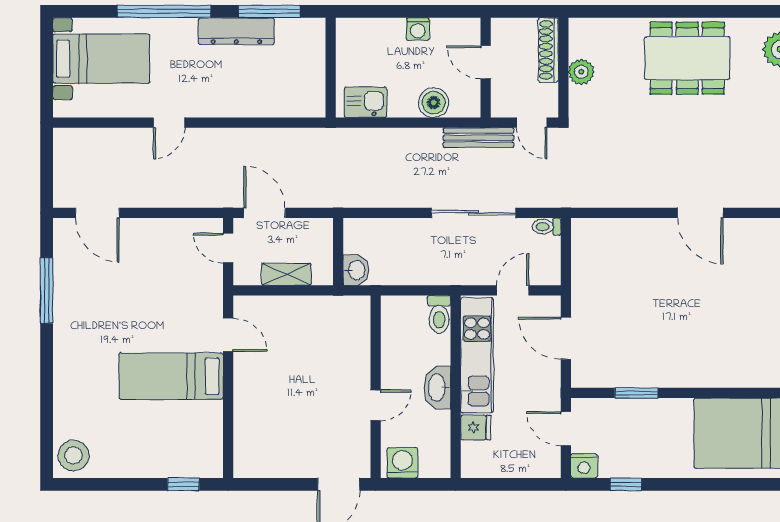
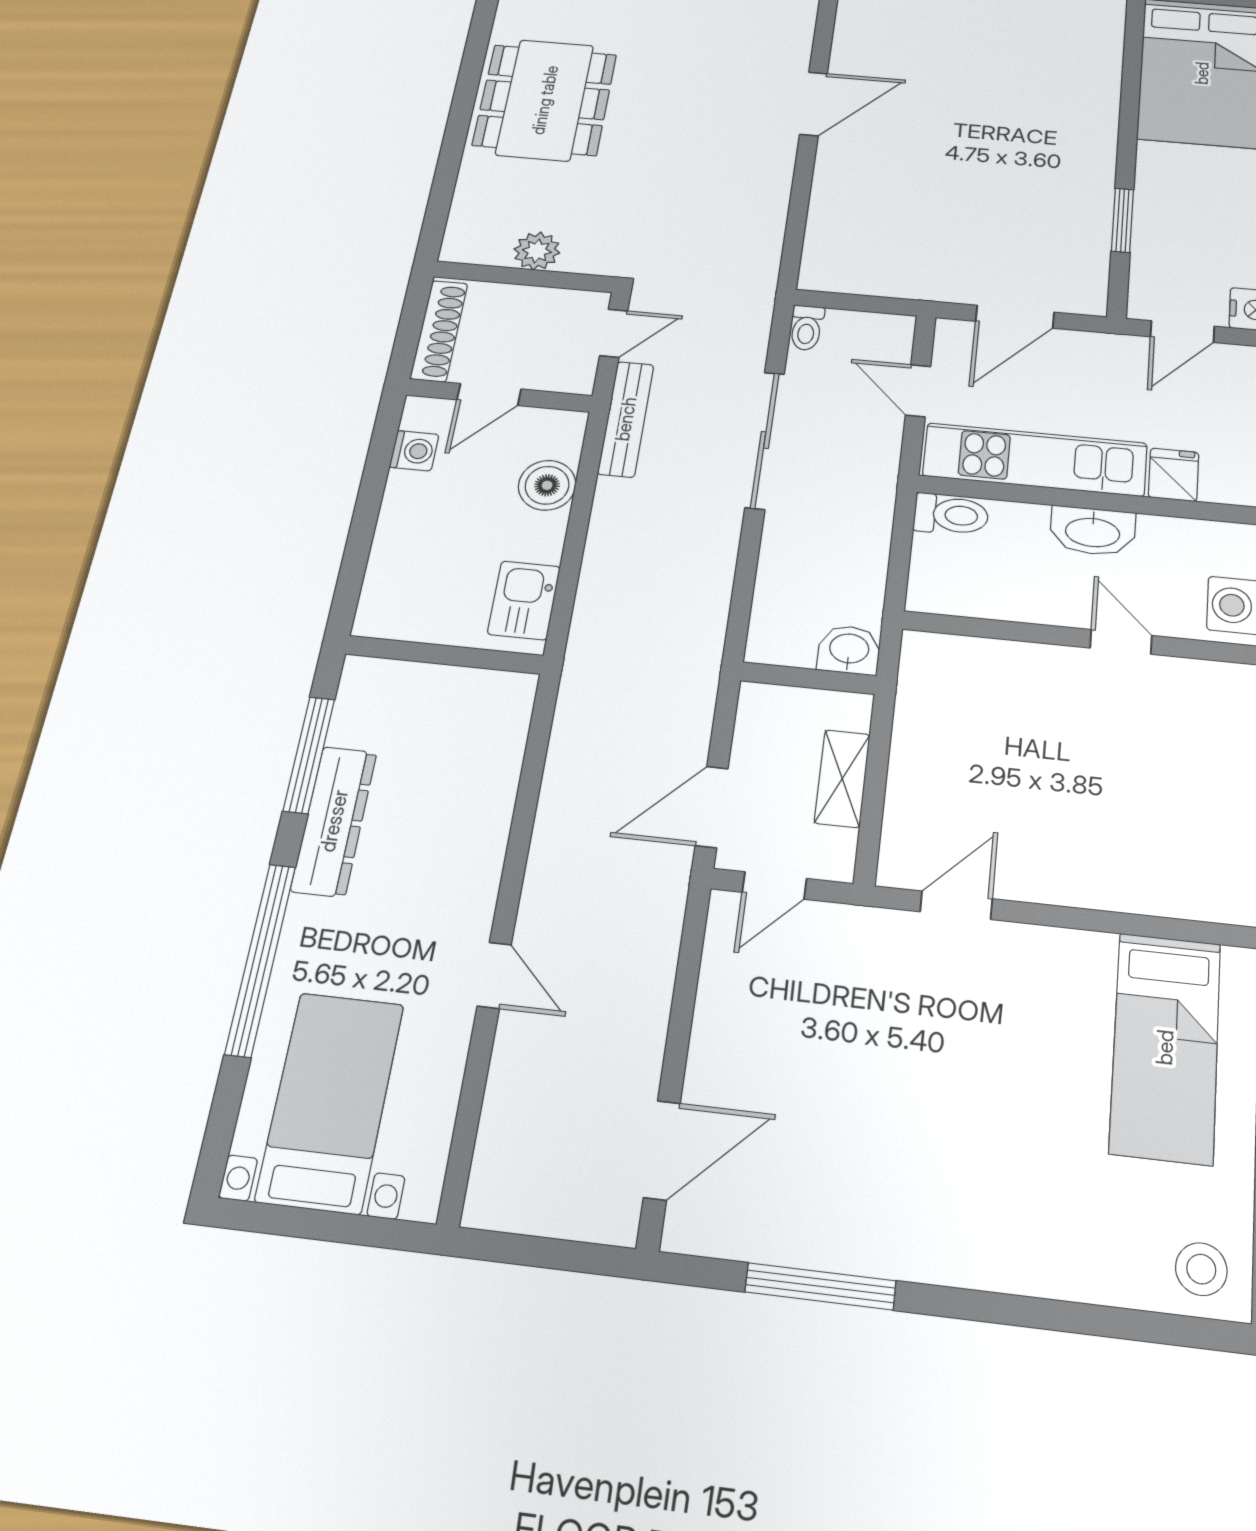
washing machine: (418, 29) -> (414, 451), moved
shoe rack: (548, 50) -> (439, 331), moved, turned -90
bed: (171, 376) -> (1165, 1047), moved
stool: (74, 455) -> (1201, 1269), width x0.73, depth x0.73

